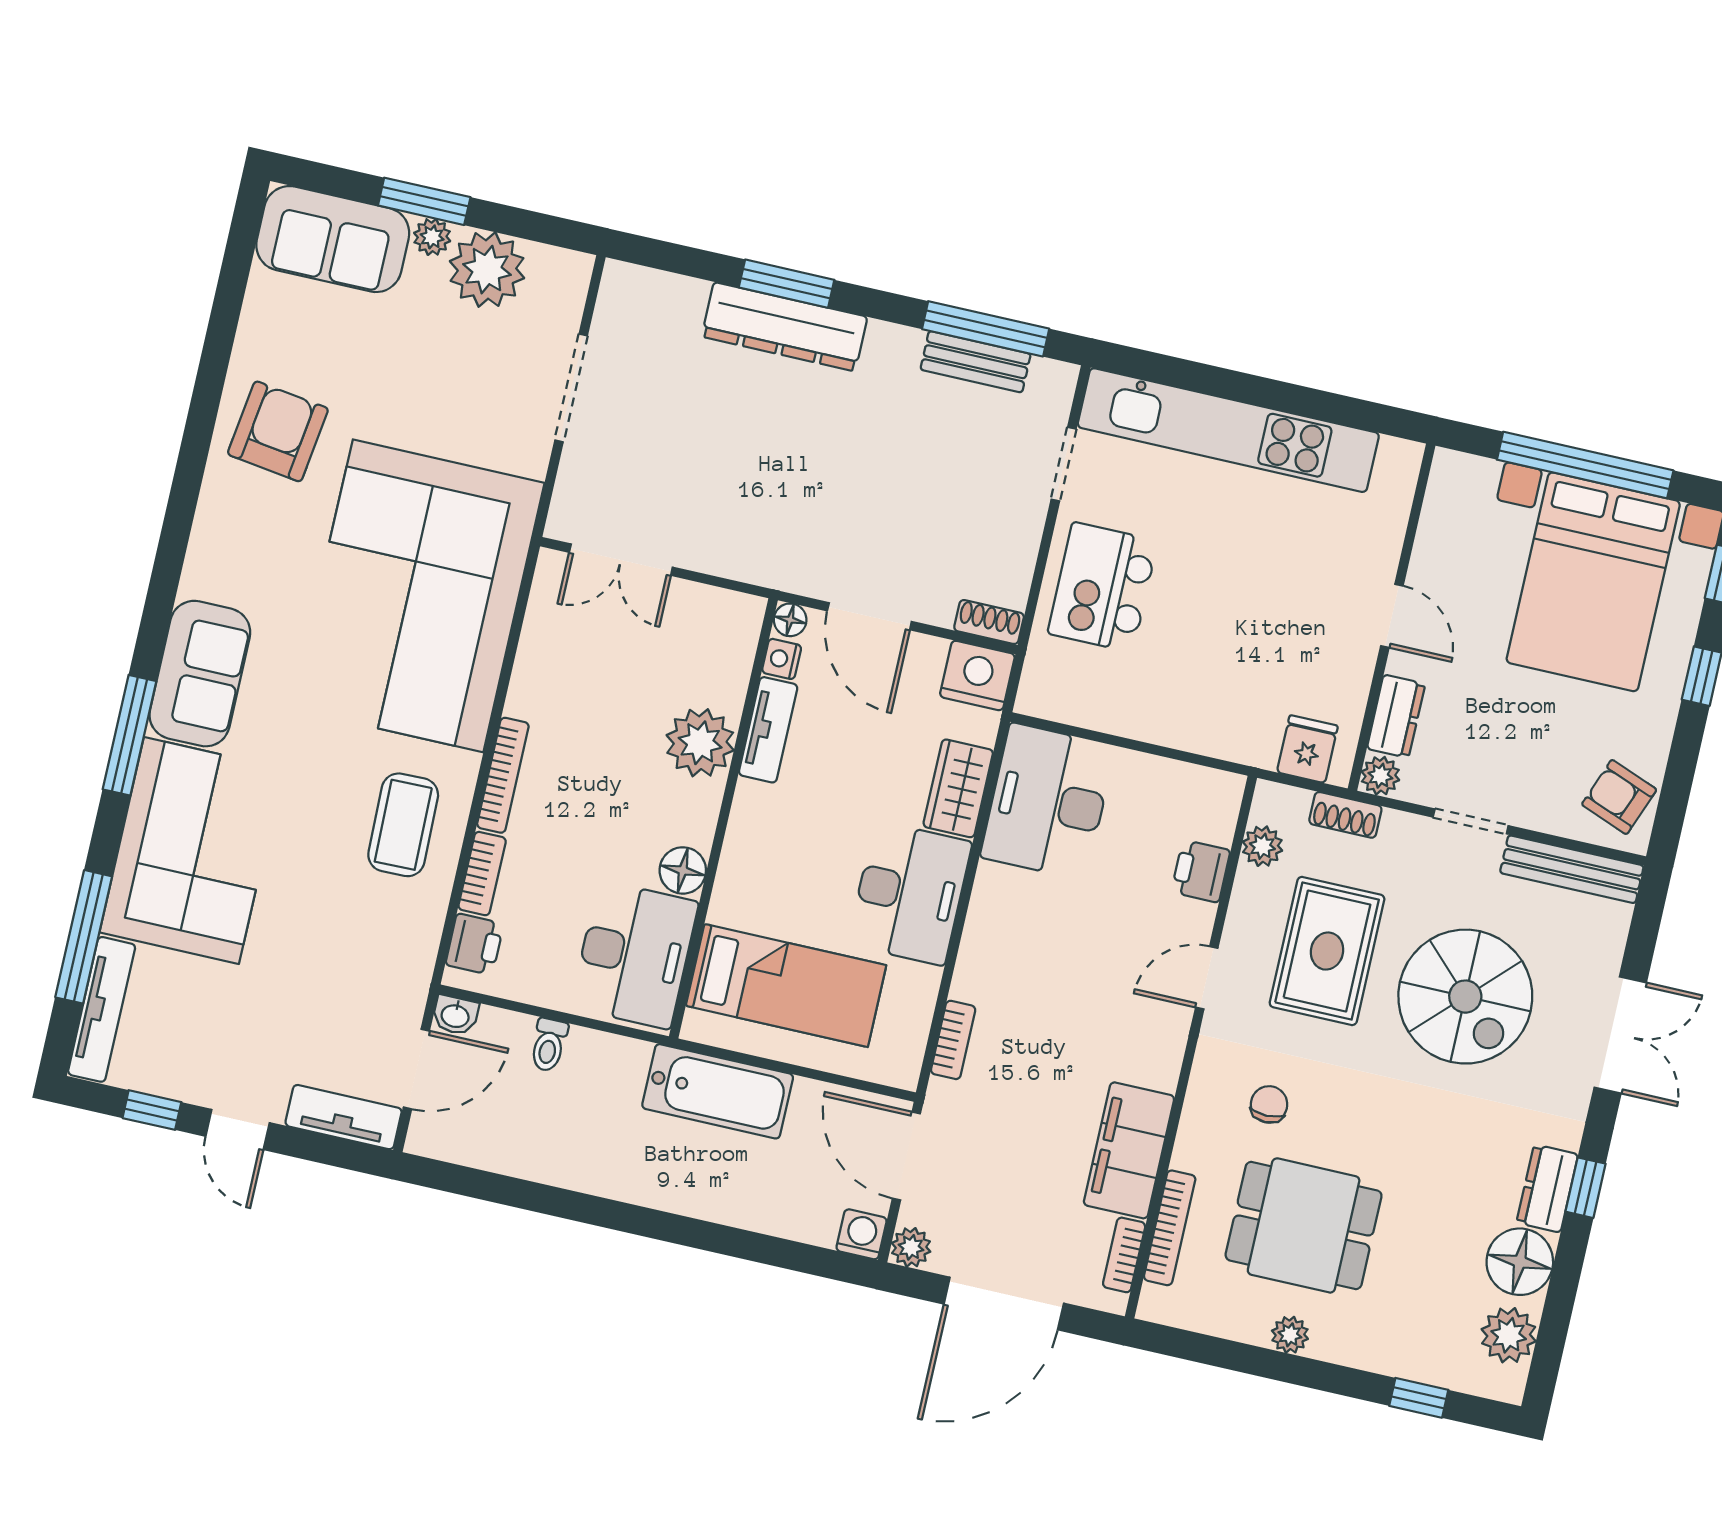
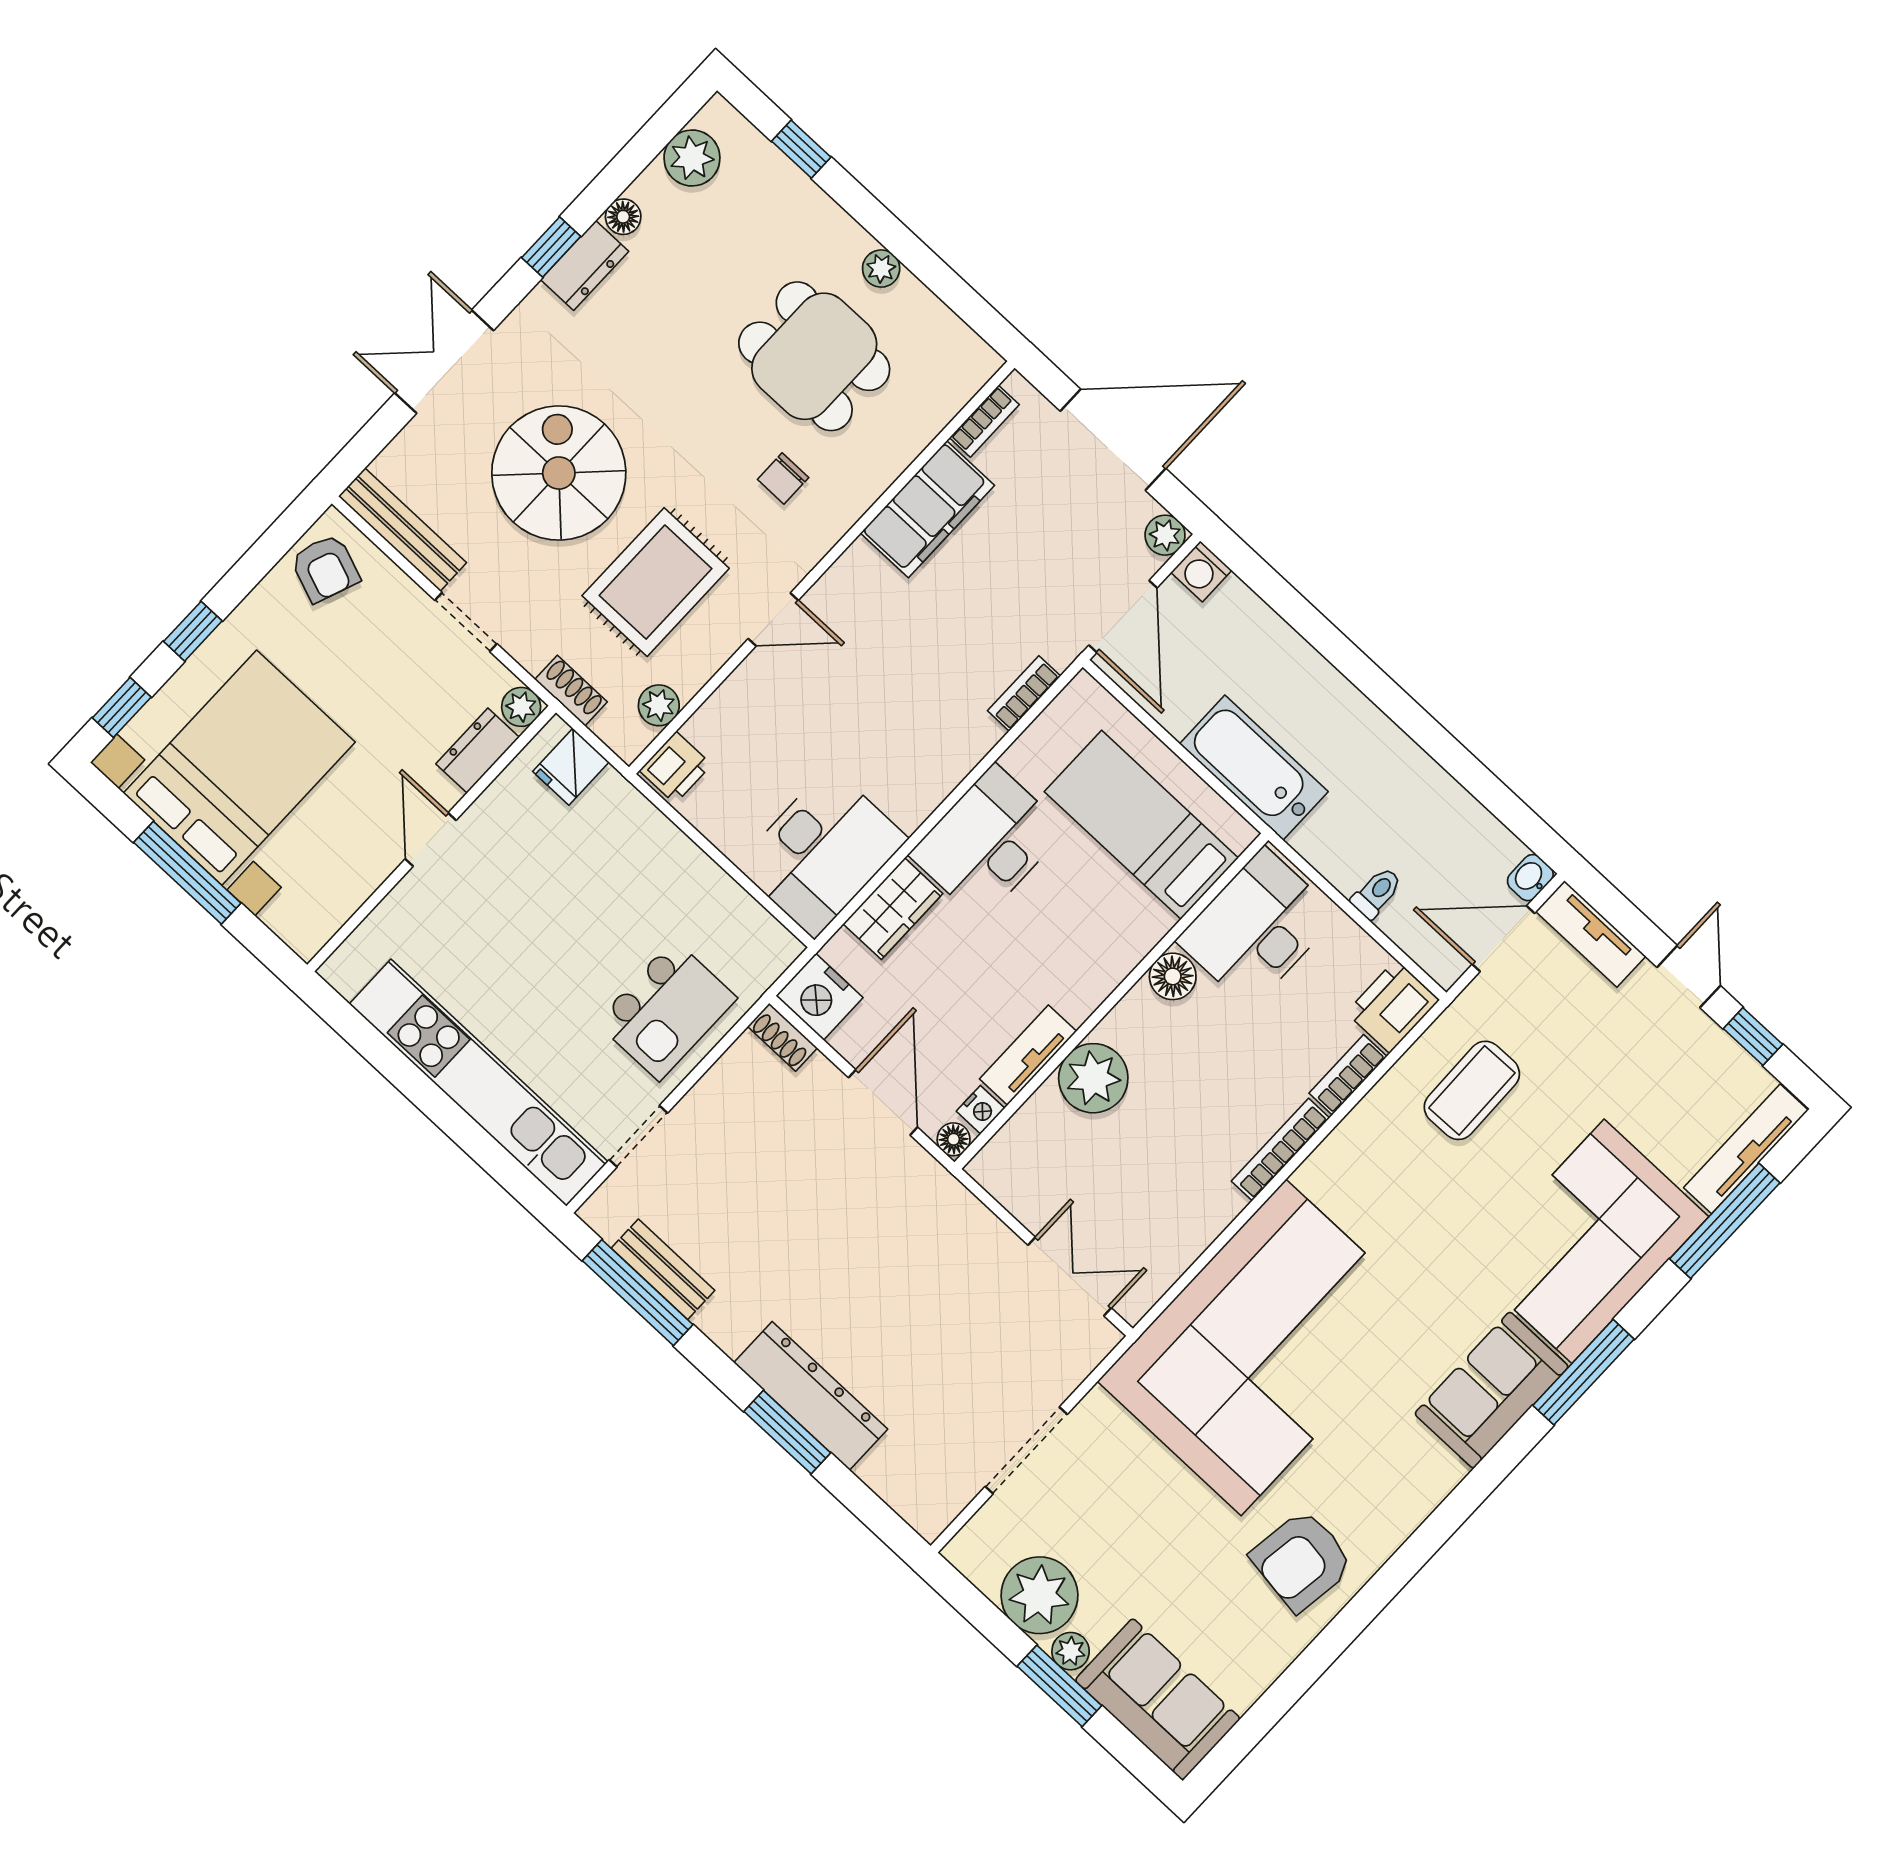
window: (1585, 465) -> (187, 873), width x0.68
coffee table: (403, 825) -> (1472, 1090), moved
printer: (1201, 871) -> (675, 768), moved
printer: (475, 944) -> (1393, 1006), width x1.36, depth x1.24
washbasin: (455, 1015) -> (1530, 878), moved, turned -90
bookcase: (1170, 1228) -> (931, 422), removed
floor lamp: (1520, 1262) -> (623, 217), width x0.53, depth x0.53

